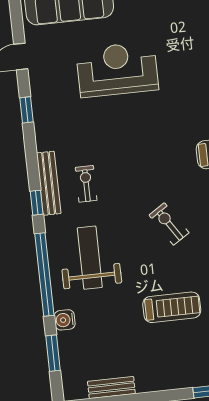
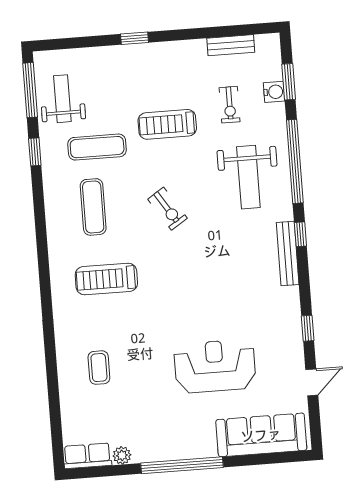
reception desk: (117, 69) -> (215, 366), turned 180
exercise bike: (86, 184) -> (230, 105), moved
water cooler: (65, 320) -> (274, 92), moved

